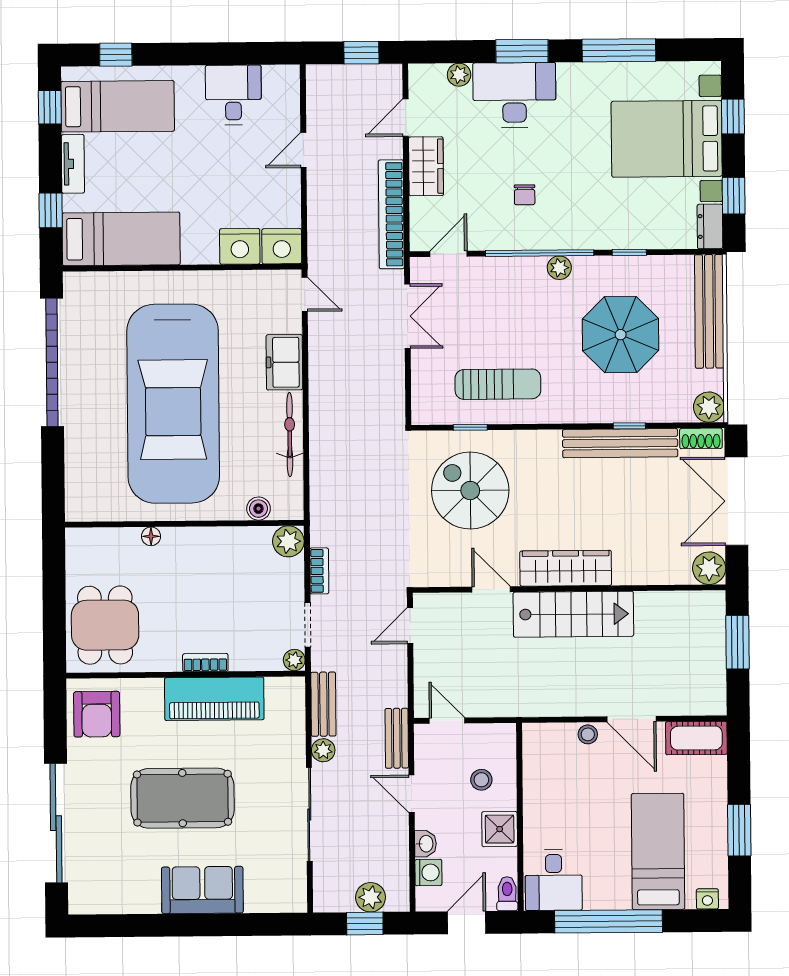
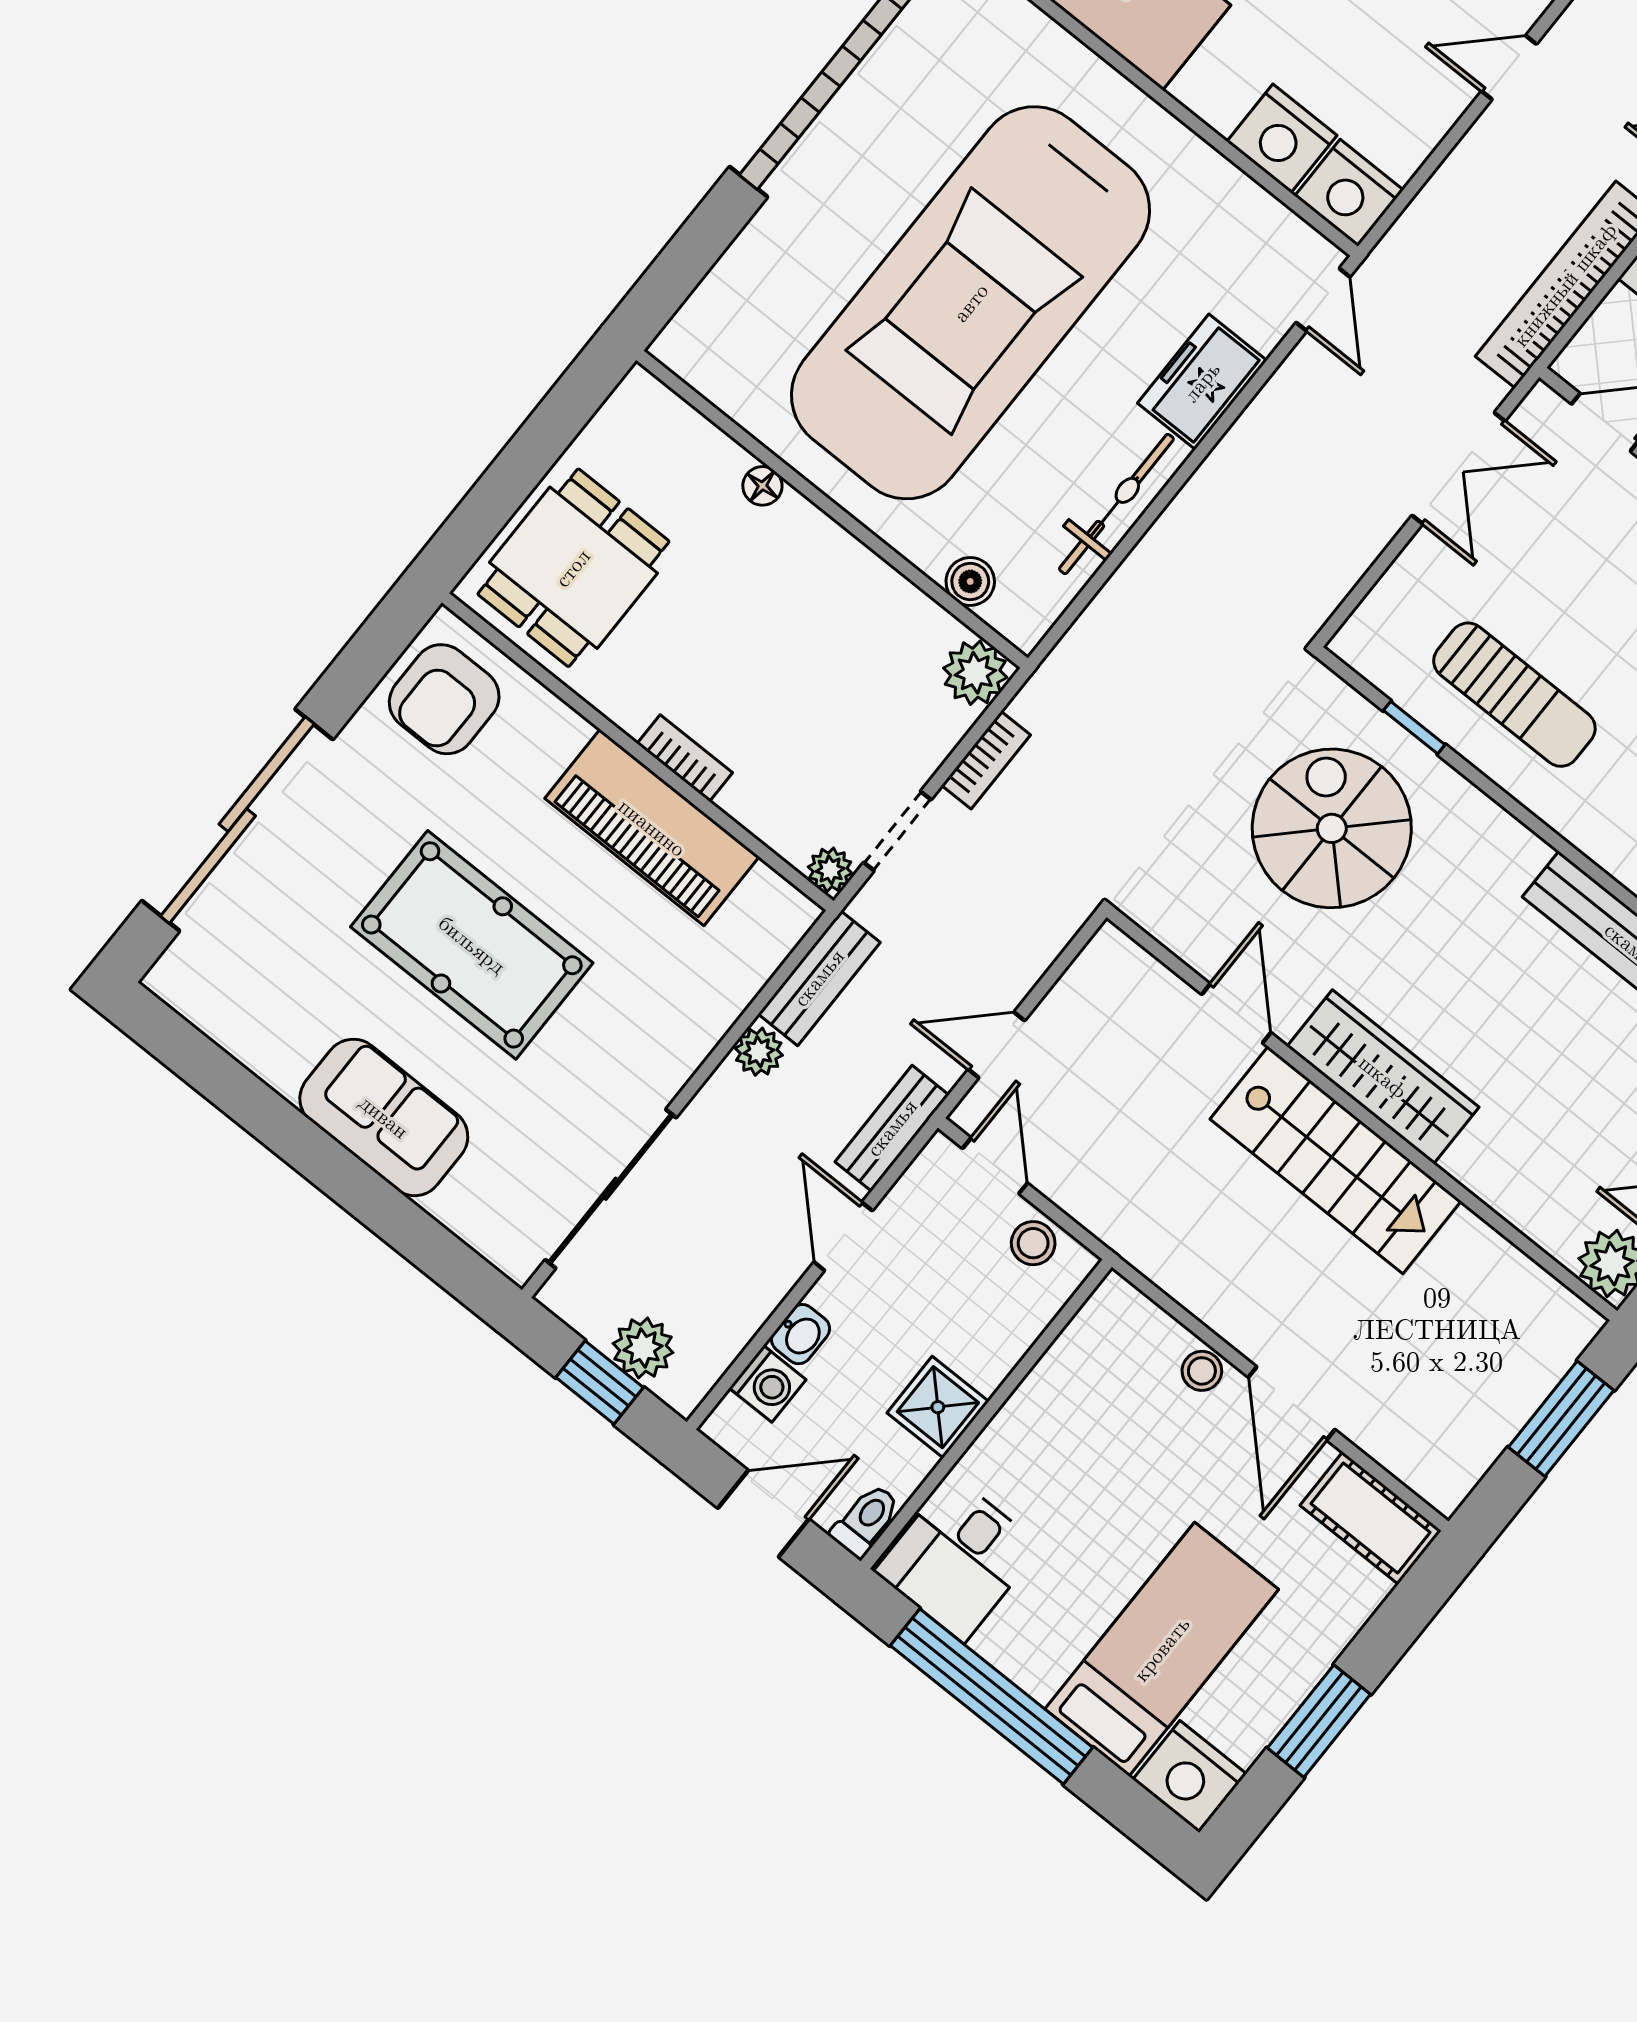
door: (410, 626) -> (996, 1045), moved
stool: (481, 780) -> (1033, 1243), moved
sliding door: (309, 814) -> (611, 1189), moved
nightstand: (707, 899) -> (1189, 1776), width x1.89, depth x1.79

